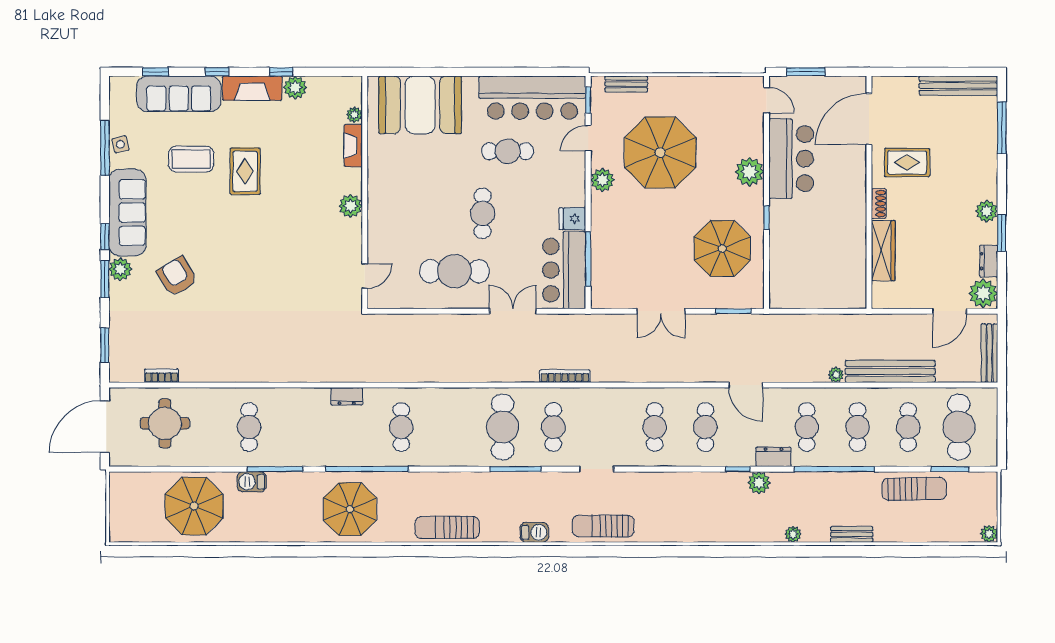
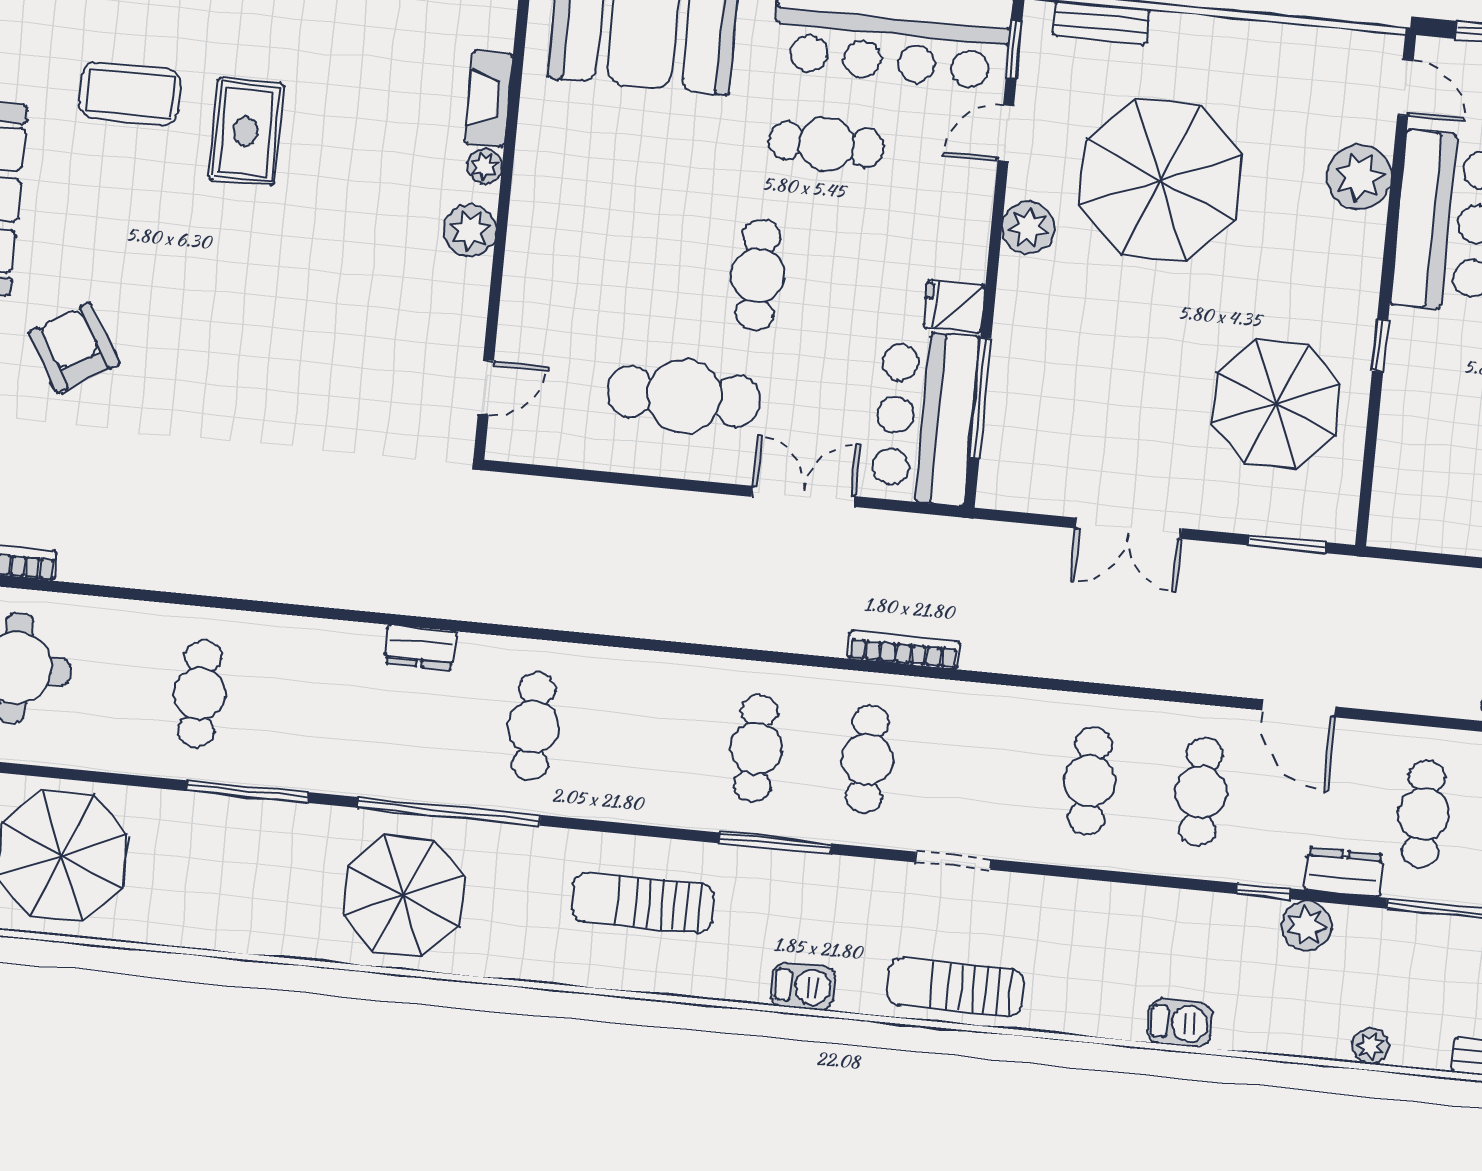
plant: (354, 115) -> (485, 166), moved
plant: (749, 172) -> (1359, 177), moved
cafe table: (503, 427) -> (756, 748), width x0.73, depth x0.74
barbecue: (252, 482) -> (1180, 1023), moved, turned 180
sun lounger: (447, 527) -> (643, 903), moved

